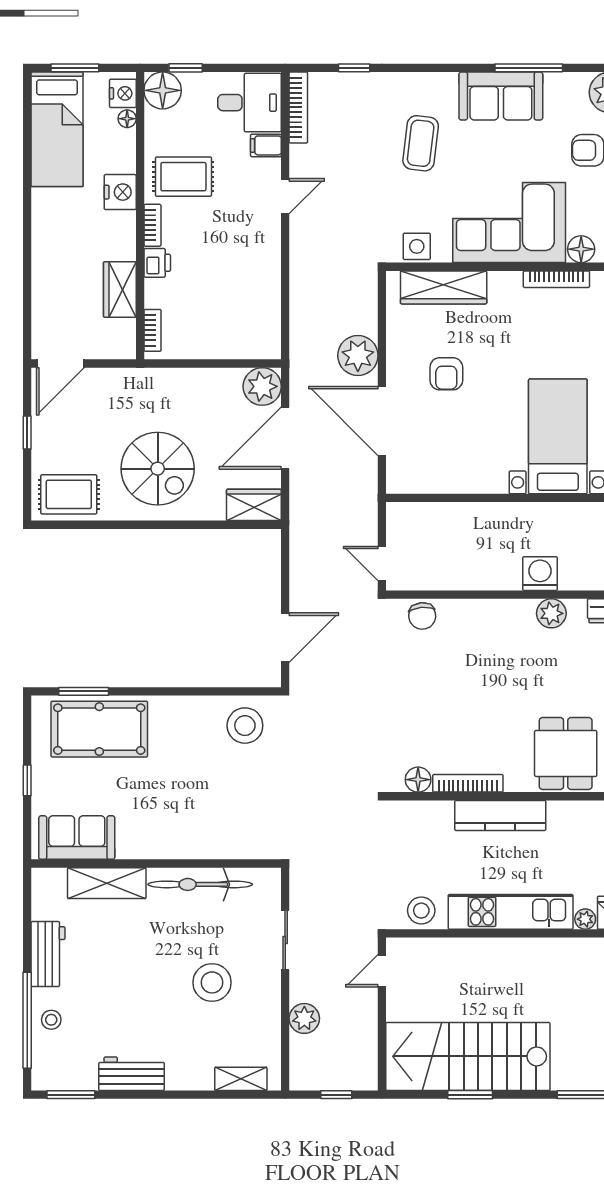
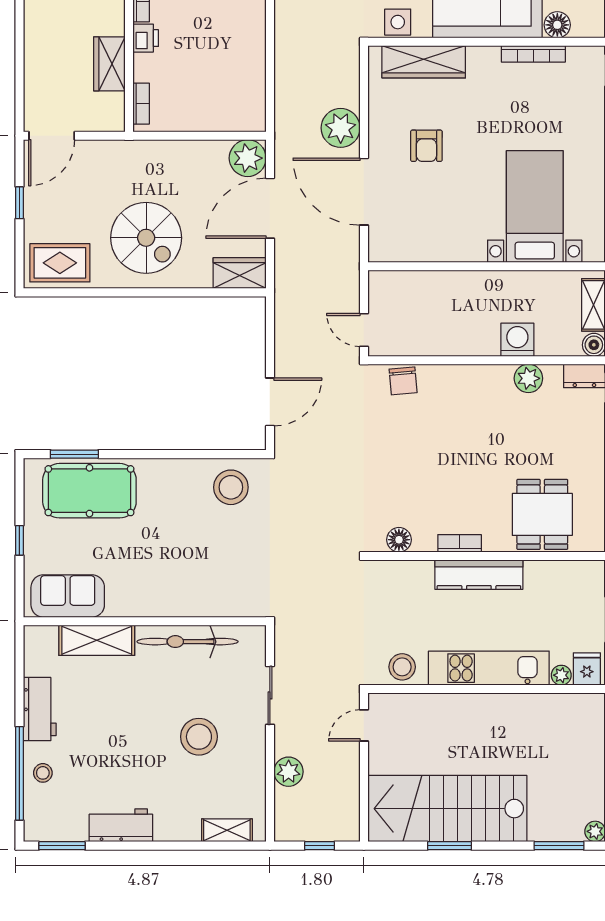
bookcase: (468, 783) -> (460, 543), width x0.64

